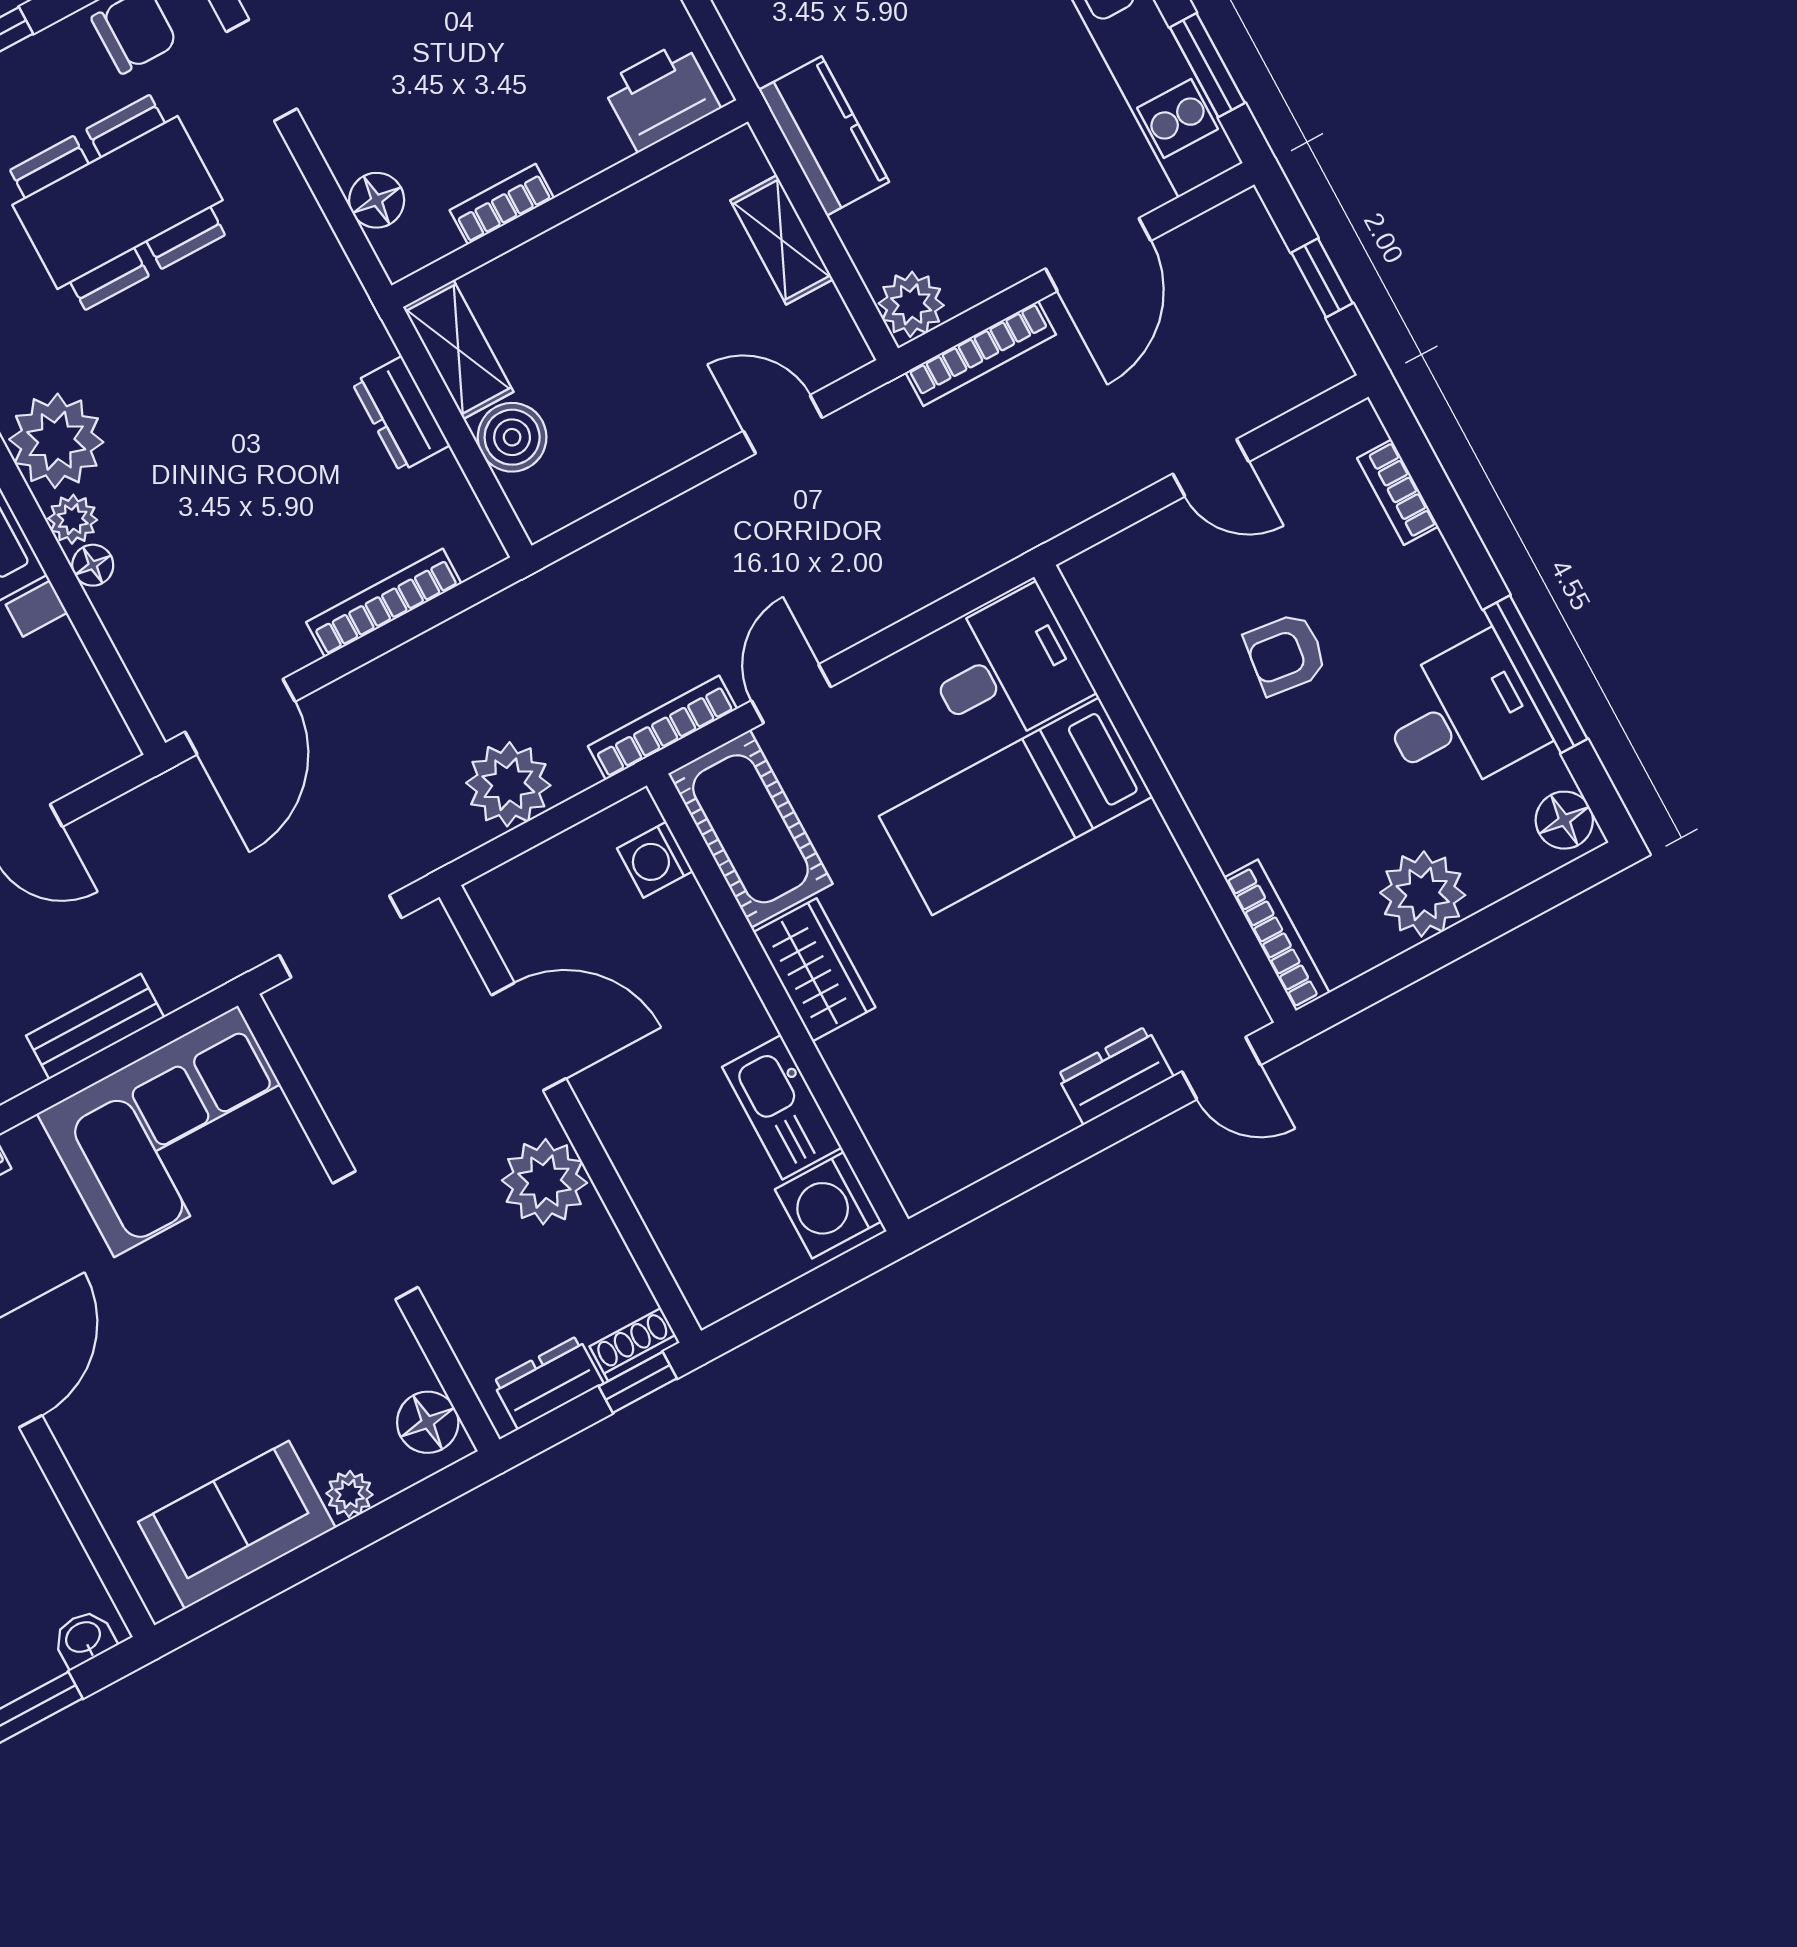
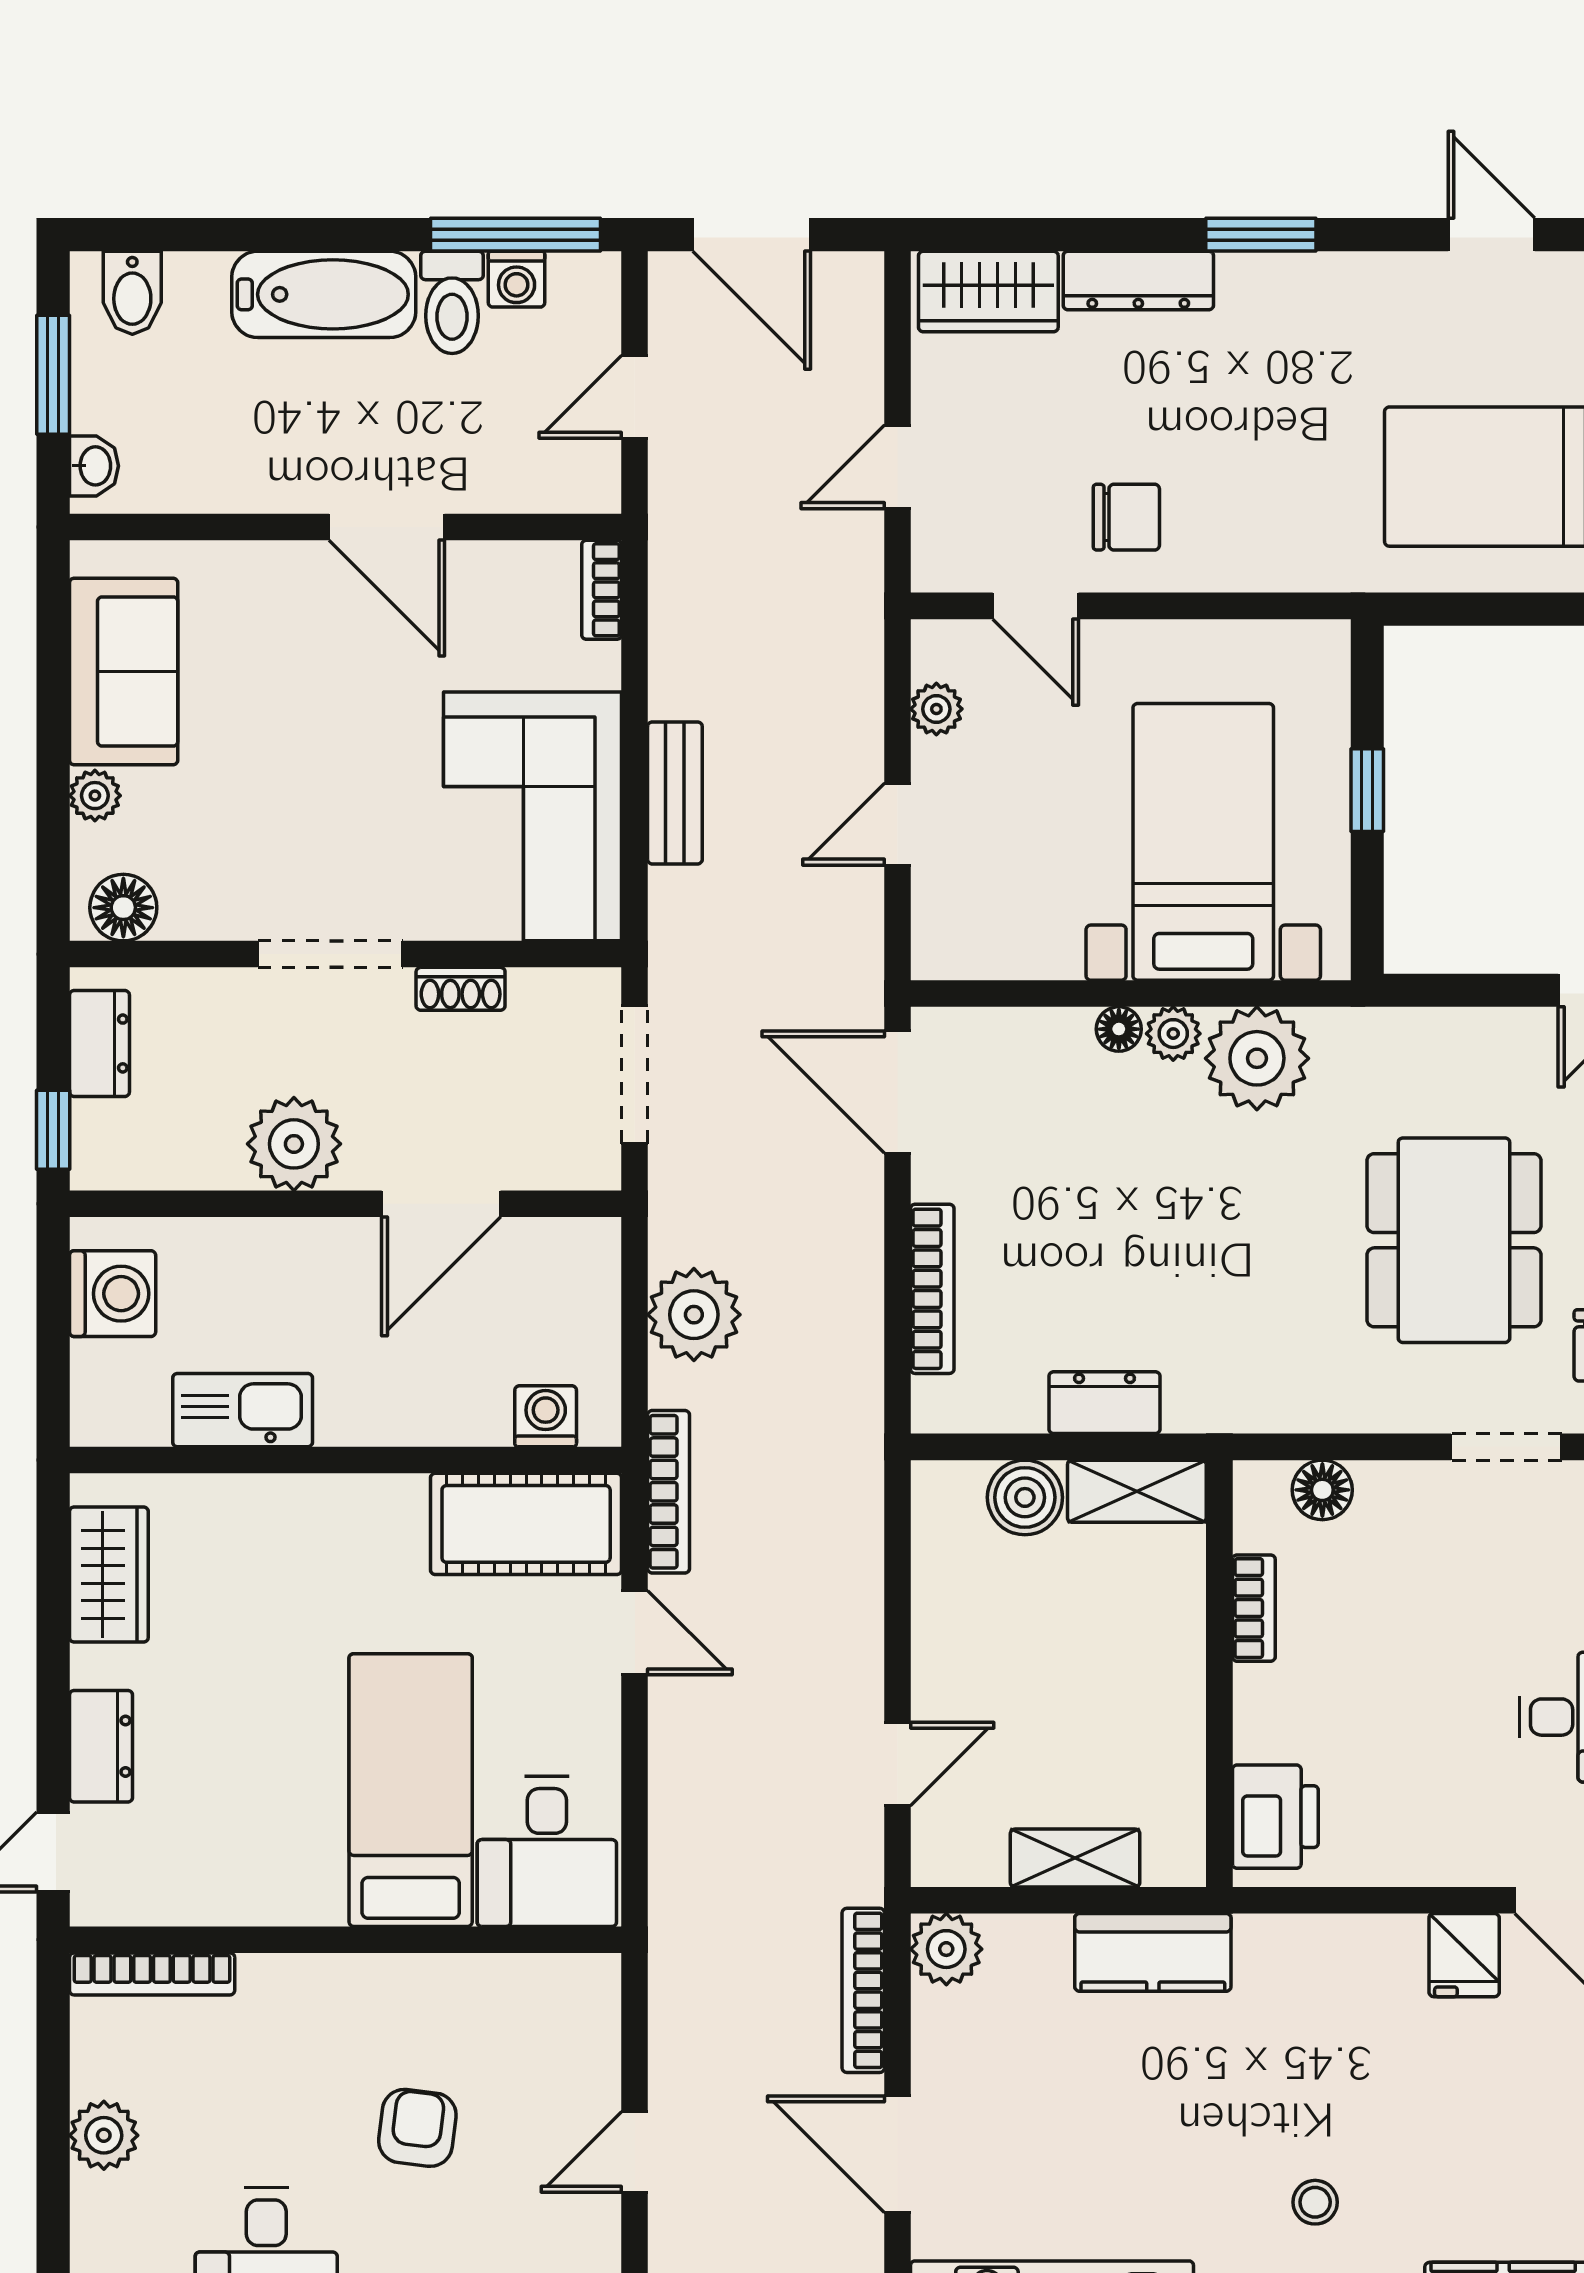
plant: (1423, 894) -> (104, 2135), width x0.73, depth x0.73
wardrobe: (814, 970) -> (109, 1575), moved, turned -90
washing machine: (828, 1205) -> (113, 1294), moved, turned 90
shoe rack: (635, 1344) -> (461, 989), moved, turned 90

